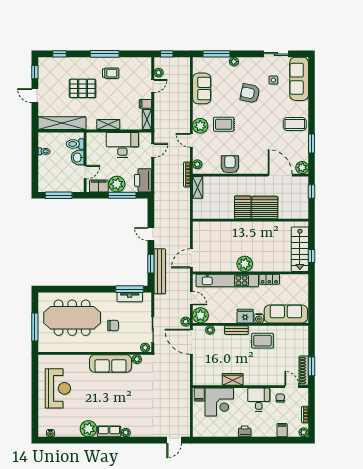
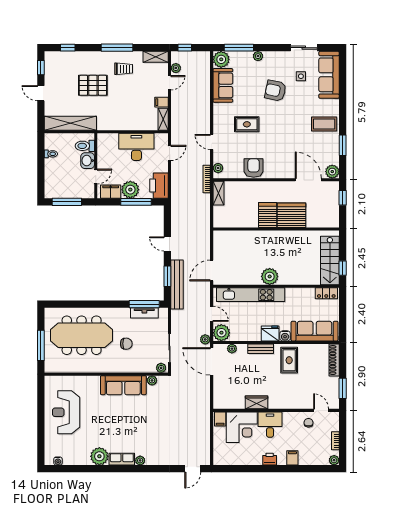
shelving: (108, 125) -> (156, 57), moved
plant: (200, 126) -> (221, 59), moved
locker: (269, 279) -> (326, 293), moved
rug: (263, 341) -> (289, 360), turned 90
shoe rack: (304, 371) -> (334, 360), moved
reception desk: (58, 388) -> (66, 412), turned 180
desk: (259, 400) -> (270, 425), moved
filing cabinet: (282, 430) -> (292, 458), moved

